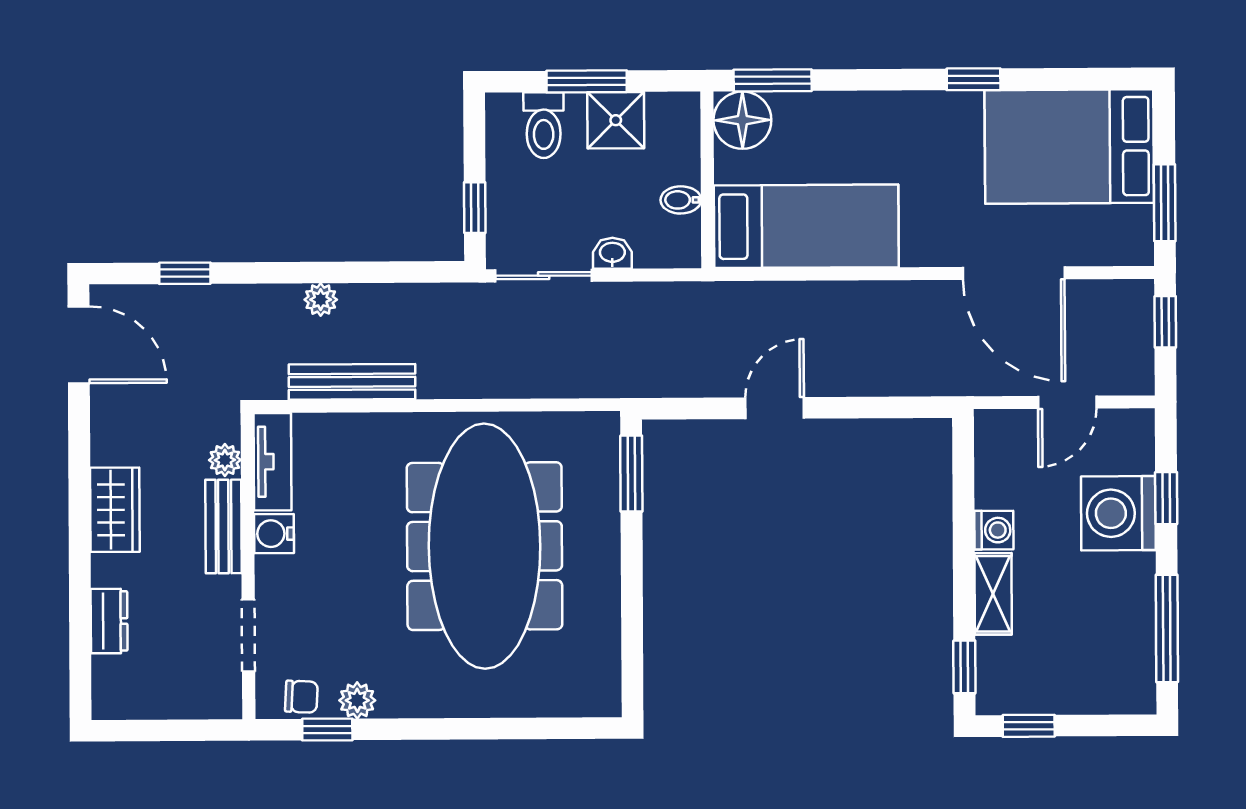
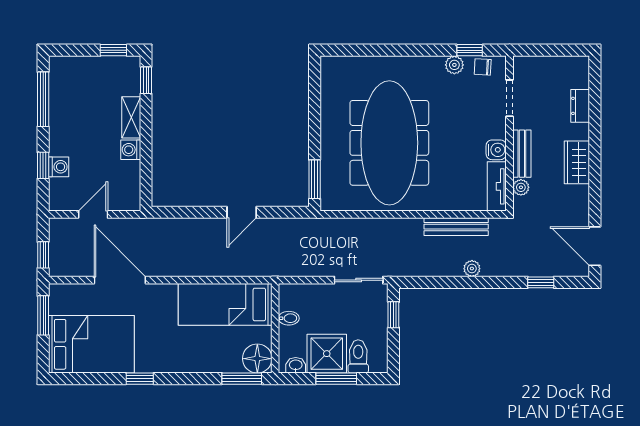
shower: (616, 120) -> (327, 354), width x1.36, depth x1.36
washbasin: (612, 253) -> (296, 365), moved, turned 180
washing machine: (1118, 513) -> (59, 167), width x0.53, depth x0.53

